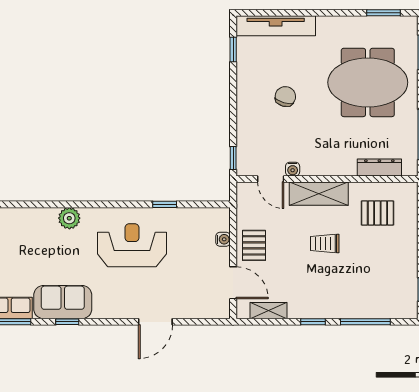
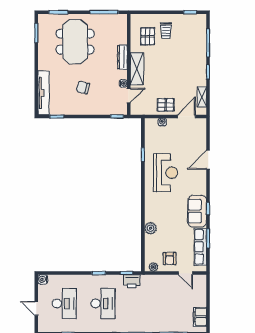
dresser: (379, 167) -> (122, 57), moved
plant: (69, 218) -> (151, 228), moved
trolley: (325, 244) -> (166, 31), moved
reception desk: (132, 245) -> (166, 173), turned 180
door: (155, 322) -> (208, 160), swing flipped

